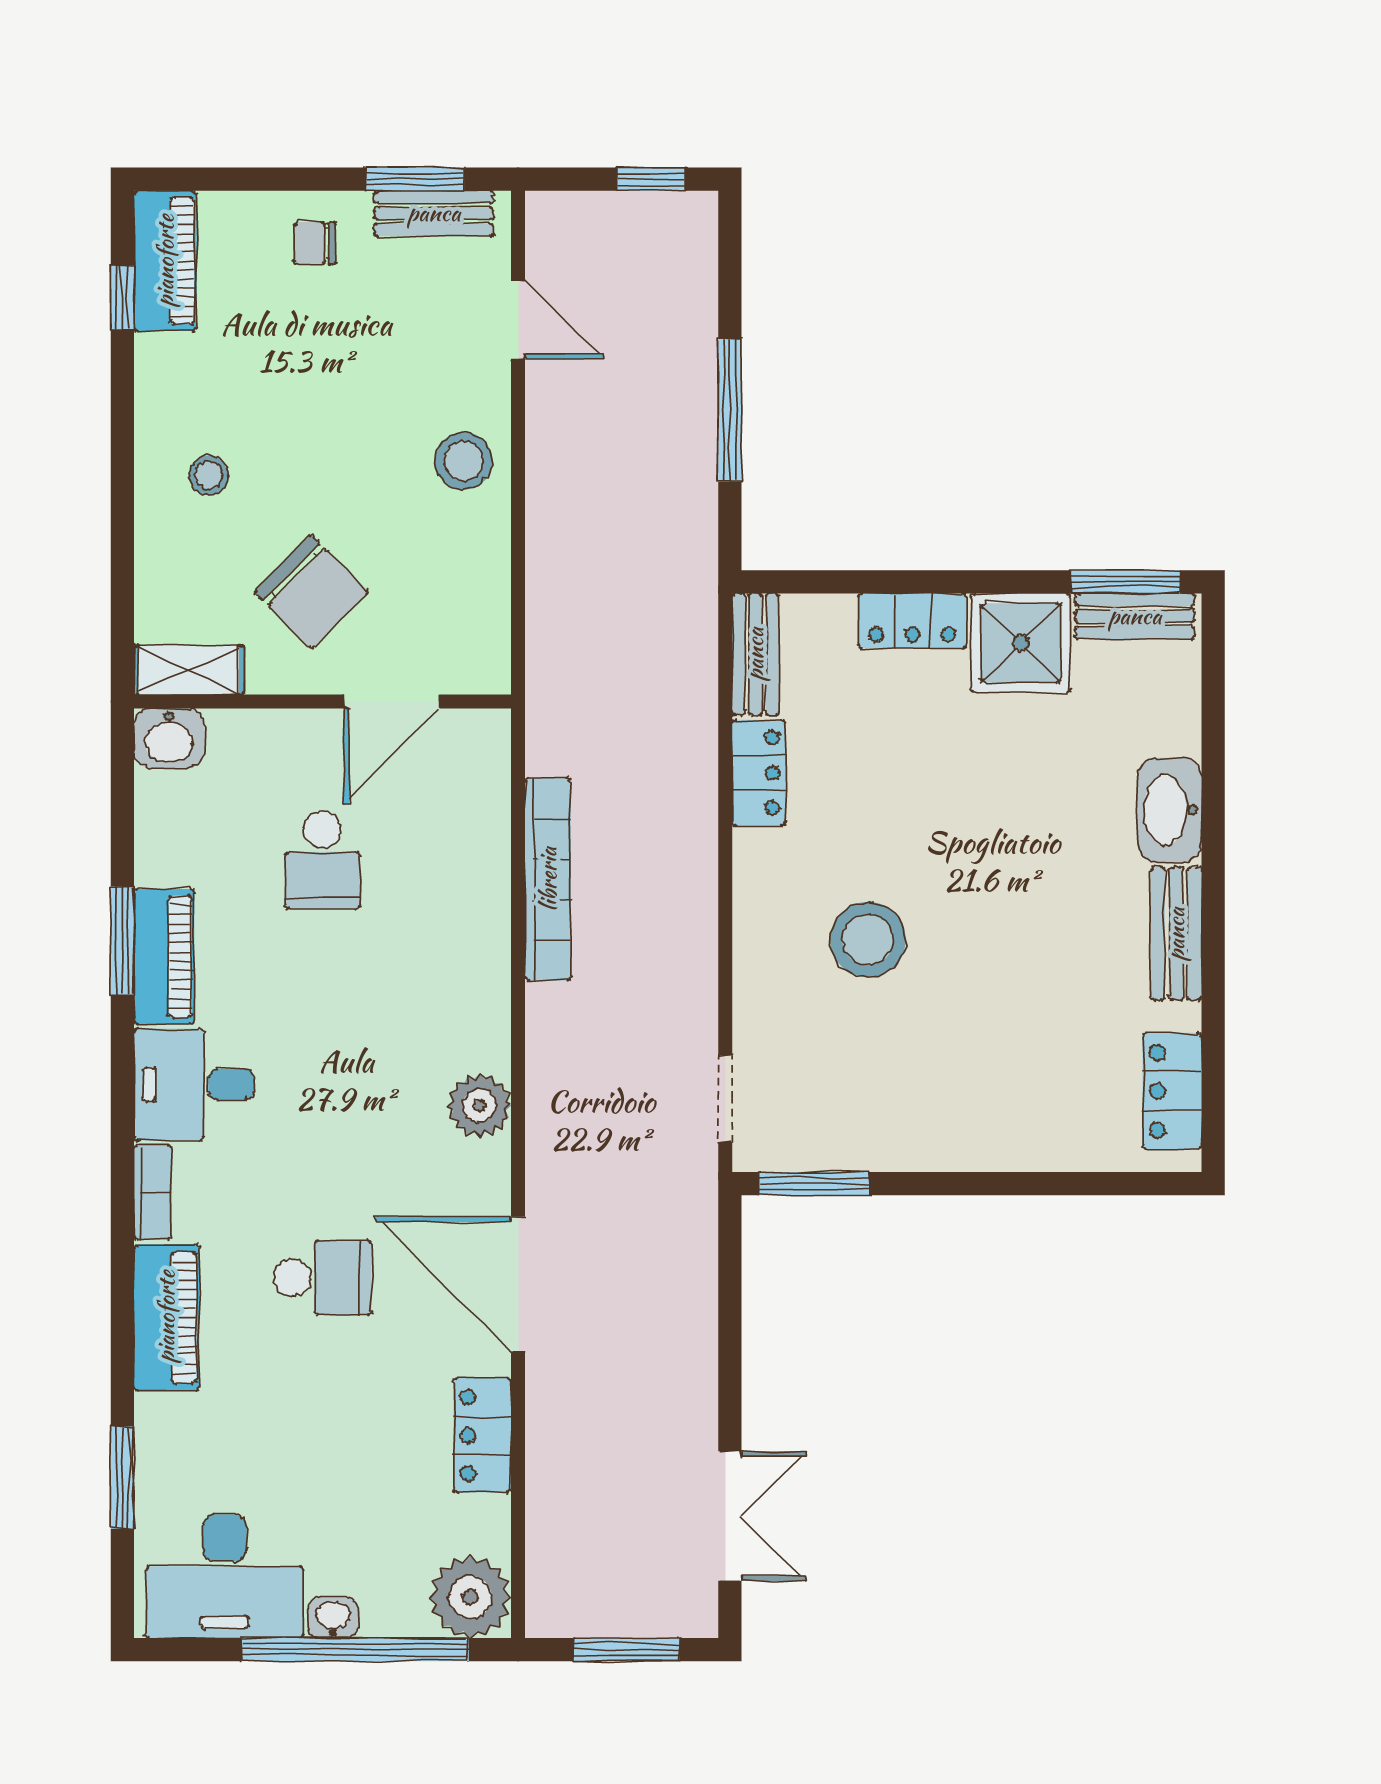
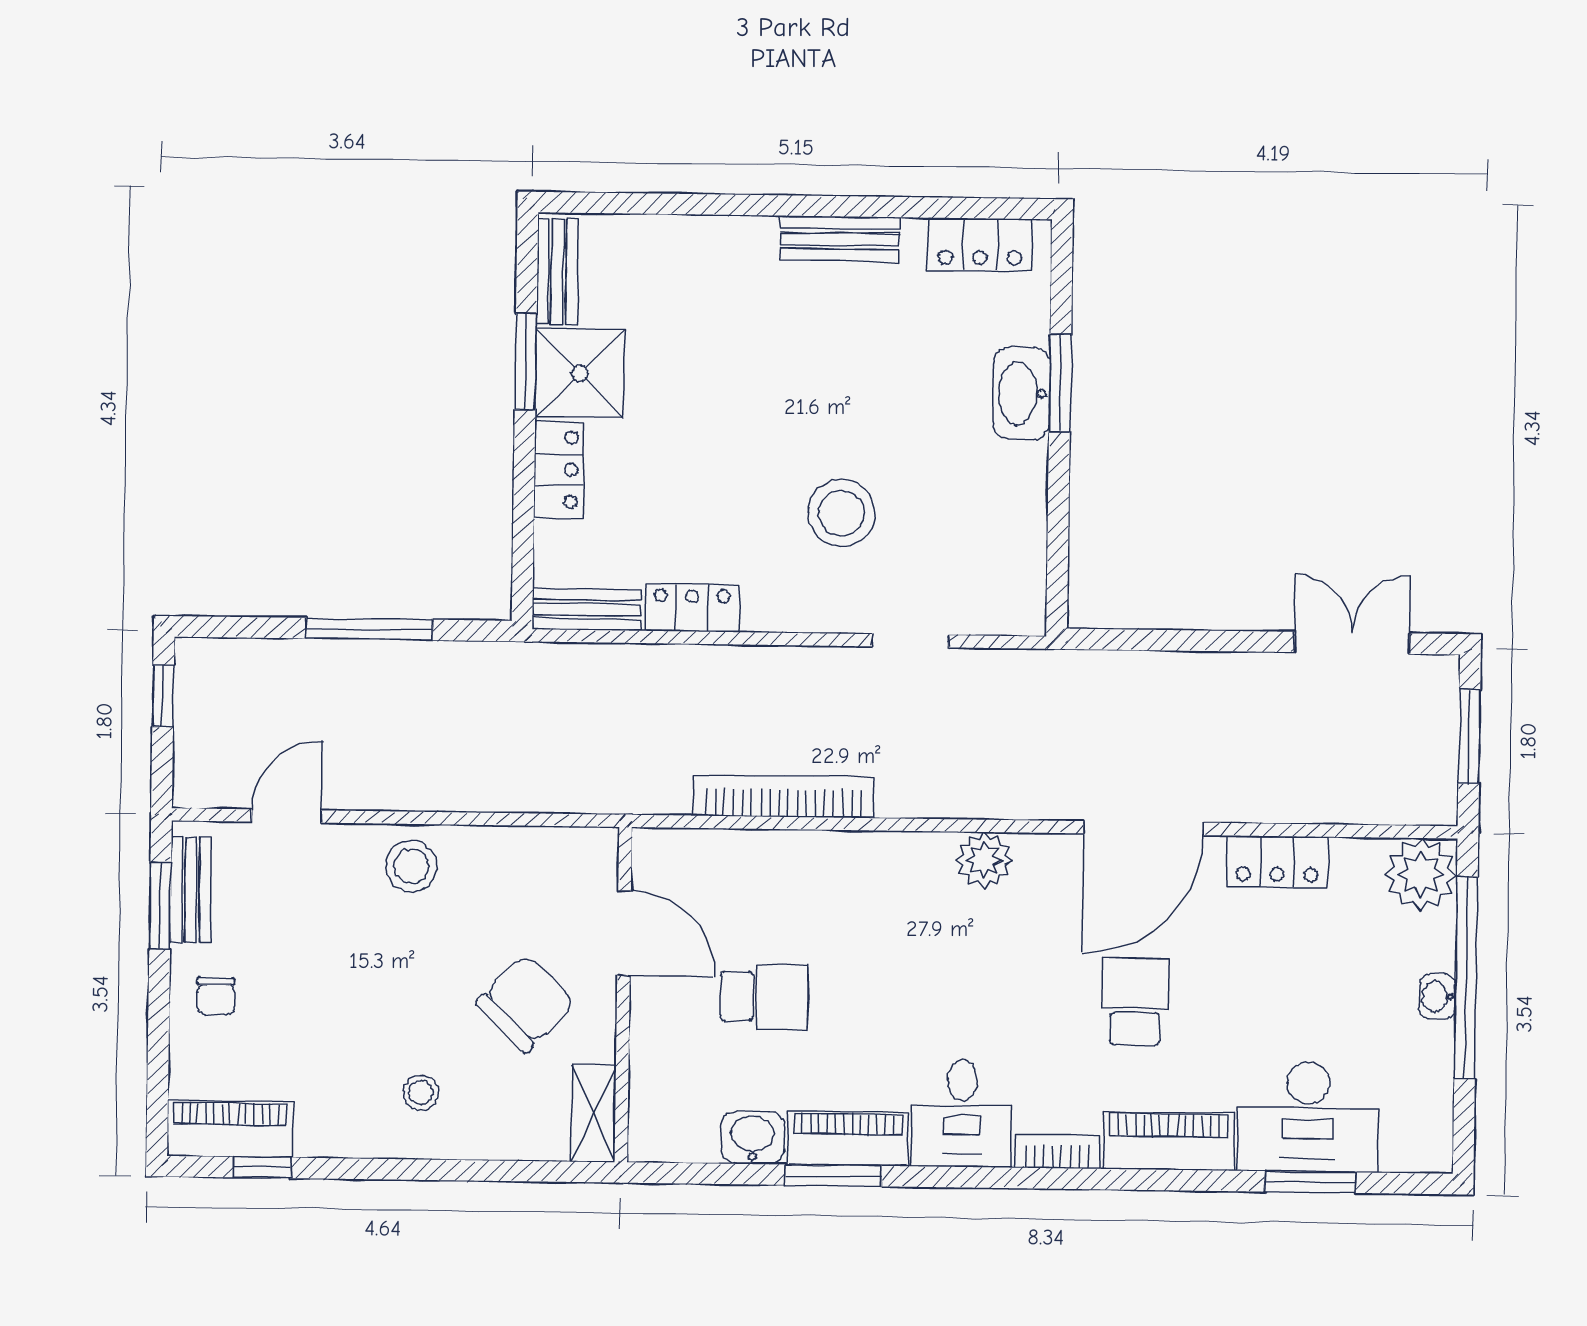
window: (1126, 582) -> (526, 362), moved
washbasin: (169, 738) -> (752, 1137), moved, turned -90
washbasin: (1170, 810) -> (1021, 393), moved, turned 90
doorway: (725, 1099) -> (910, 641), moved
window: (814, 1184) -> (1060, 383), moved
desk: (225, 1576) -> (1308, 1117), moved, turned 90

